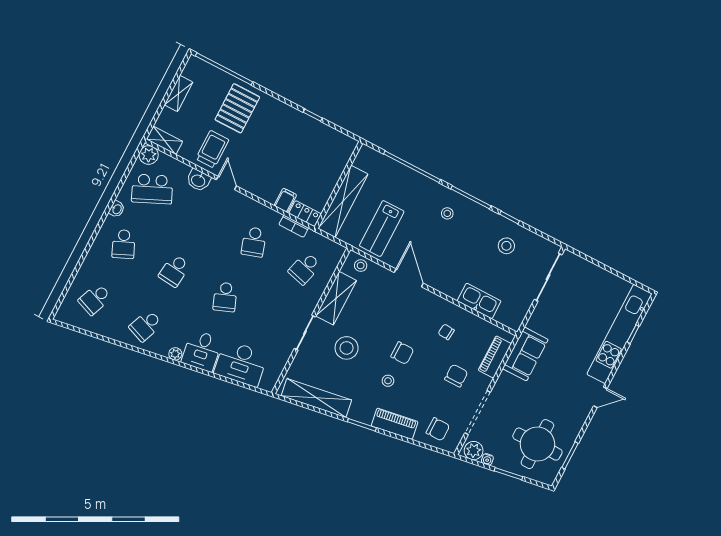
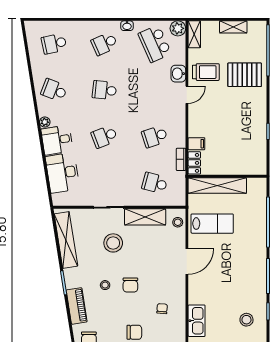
stool: (447, 213) -> (248, 265), removed
lab bench: (382, 229) -> (212, 224), turned 180
school desk: (95, 299) -> (54, 44), turned -33

